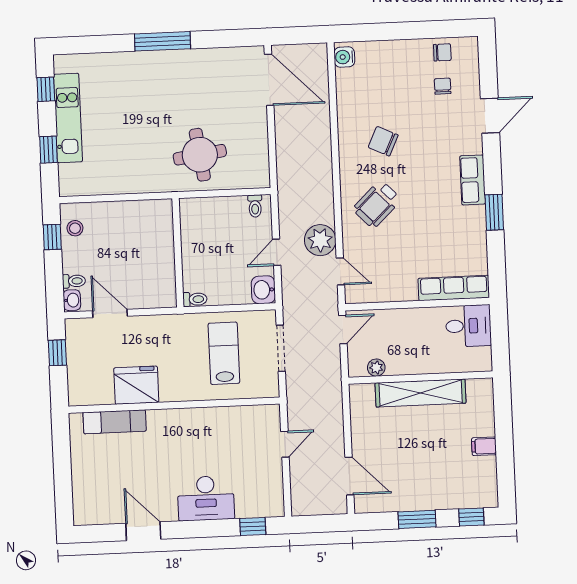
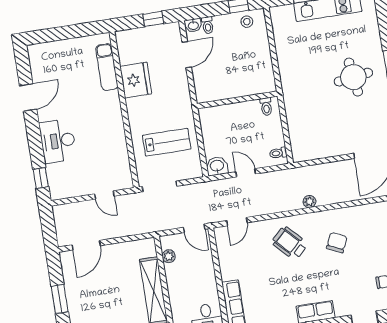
round table: (200, 155) -> (353, 77), moved
plant: (320, 240) -> (309, 202), moved, width x0.53, depth x0.53
toilet: (195, 299) -> (266, 107), moved
doorway: (281, 348) -> (160, 186), moved

